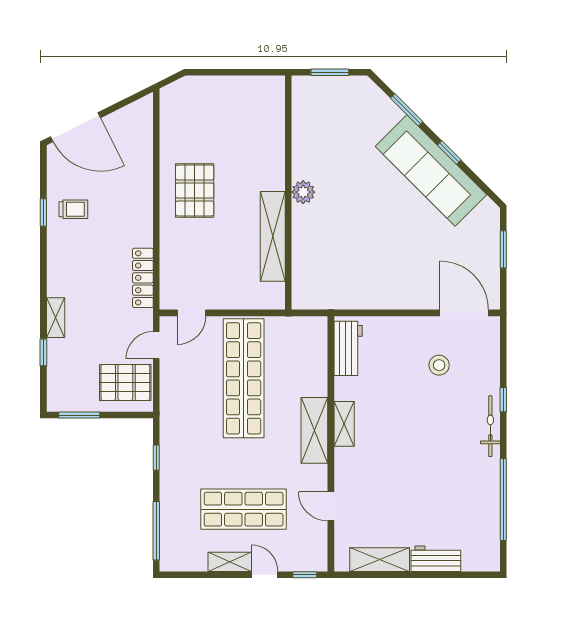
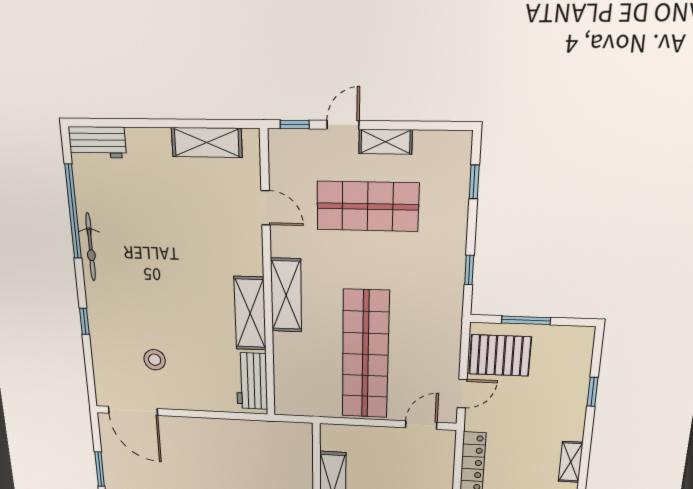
shelving: (56, 318) -> (571, 462), moved
window: (79, 415) -> (526, 320), moved
shelving: (344, 424) -> (250, 313), width x1.50, depth x1.33
bicycle: (490, 426) -> (91, 247), moved
window: (156, 531) -> (474, 182), width x0.46
workbench: (436, 559) -> (97, 142), moved
door: (265, 575) -> (343, 125), swing flipped

